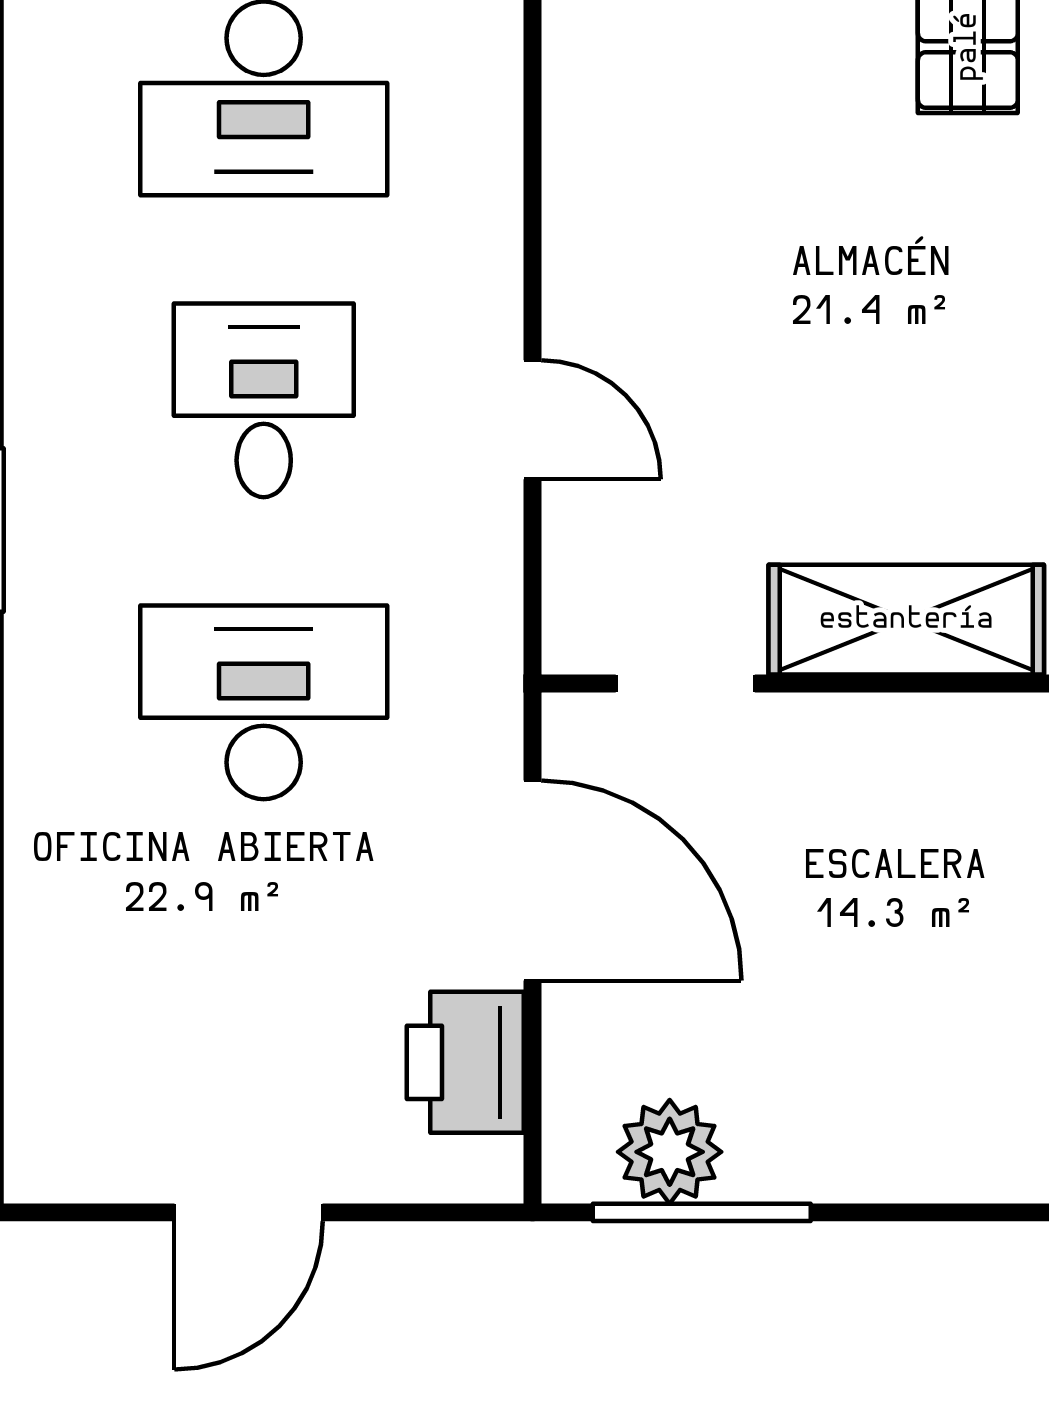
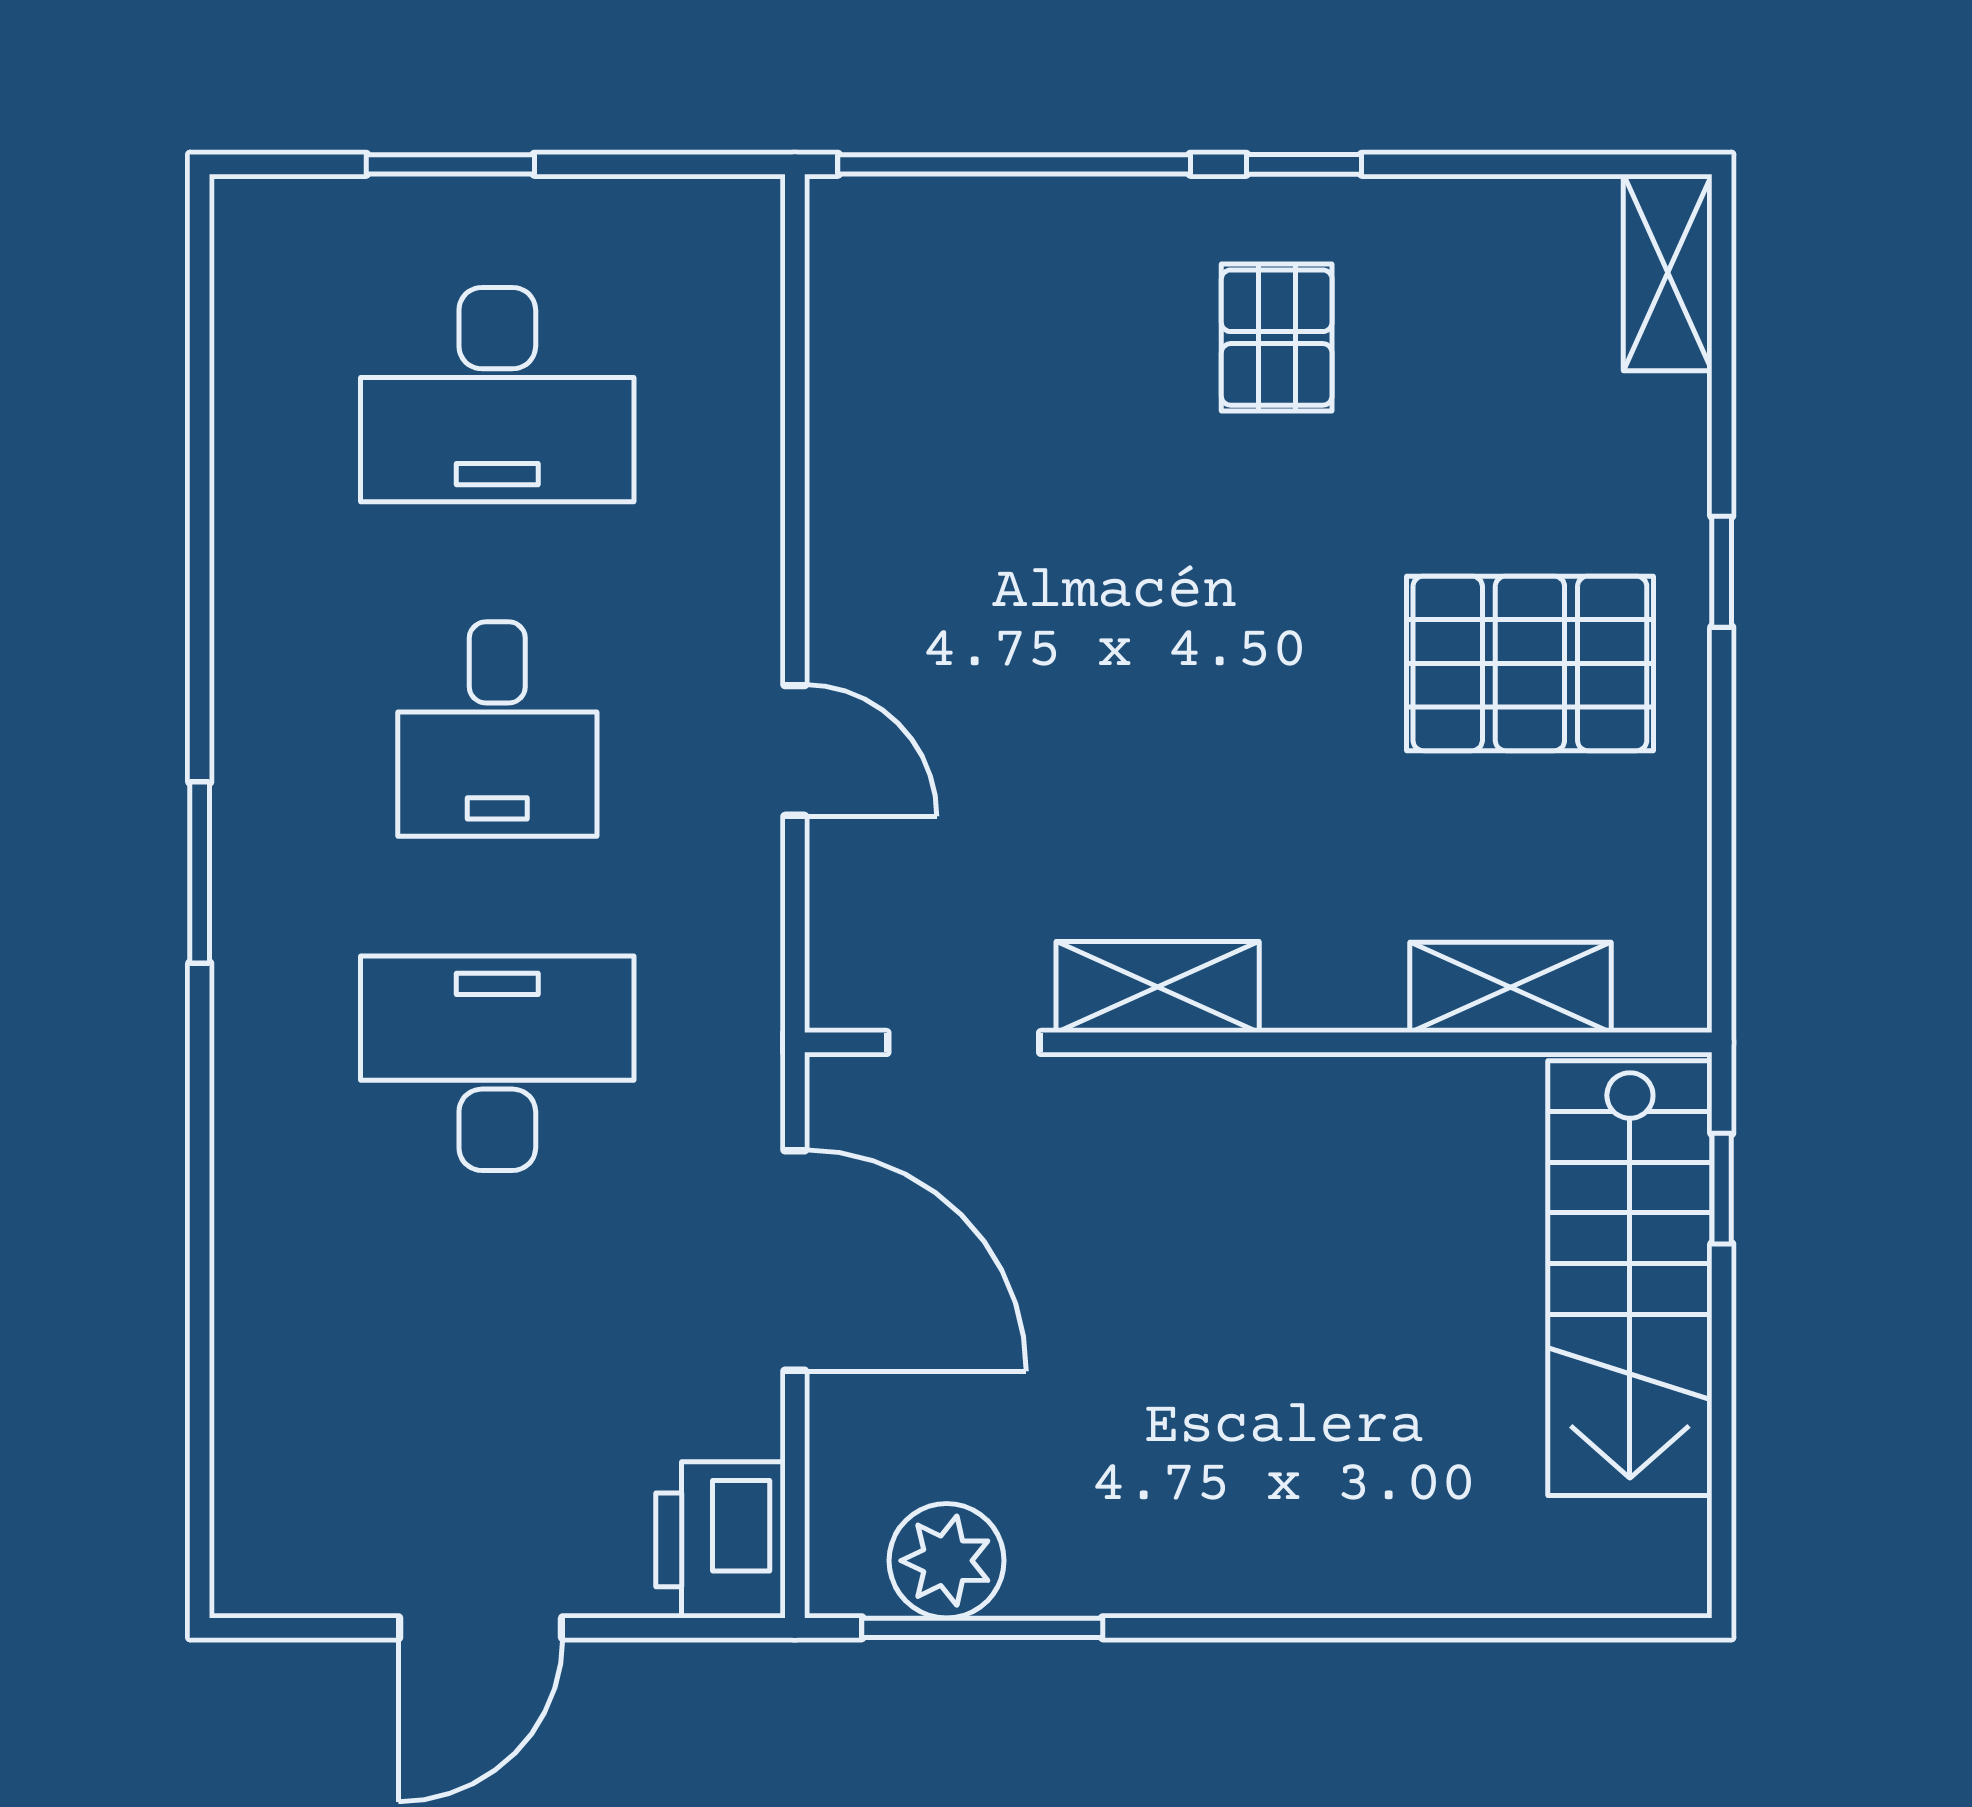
desk: (264, 400) -> (497, 729), turned 180
shelving: (906, 620) -> (1158, 987), width x0.67, depth x0.75
printer: (465, 1062) -> (720, 1540), moved

